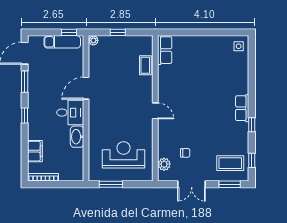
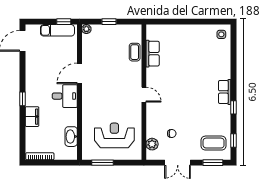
row of seats: (165, 50) -> (153, 54), moved
window: (25, 82) -> (23, 67), removed
washbasin: (77, 137) -> (71, 137), moved
filing cabinet: (35, 151) -> (32, 117), moved

